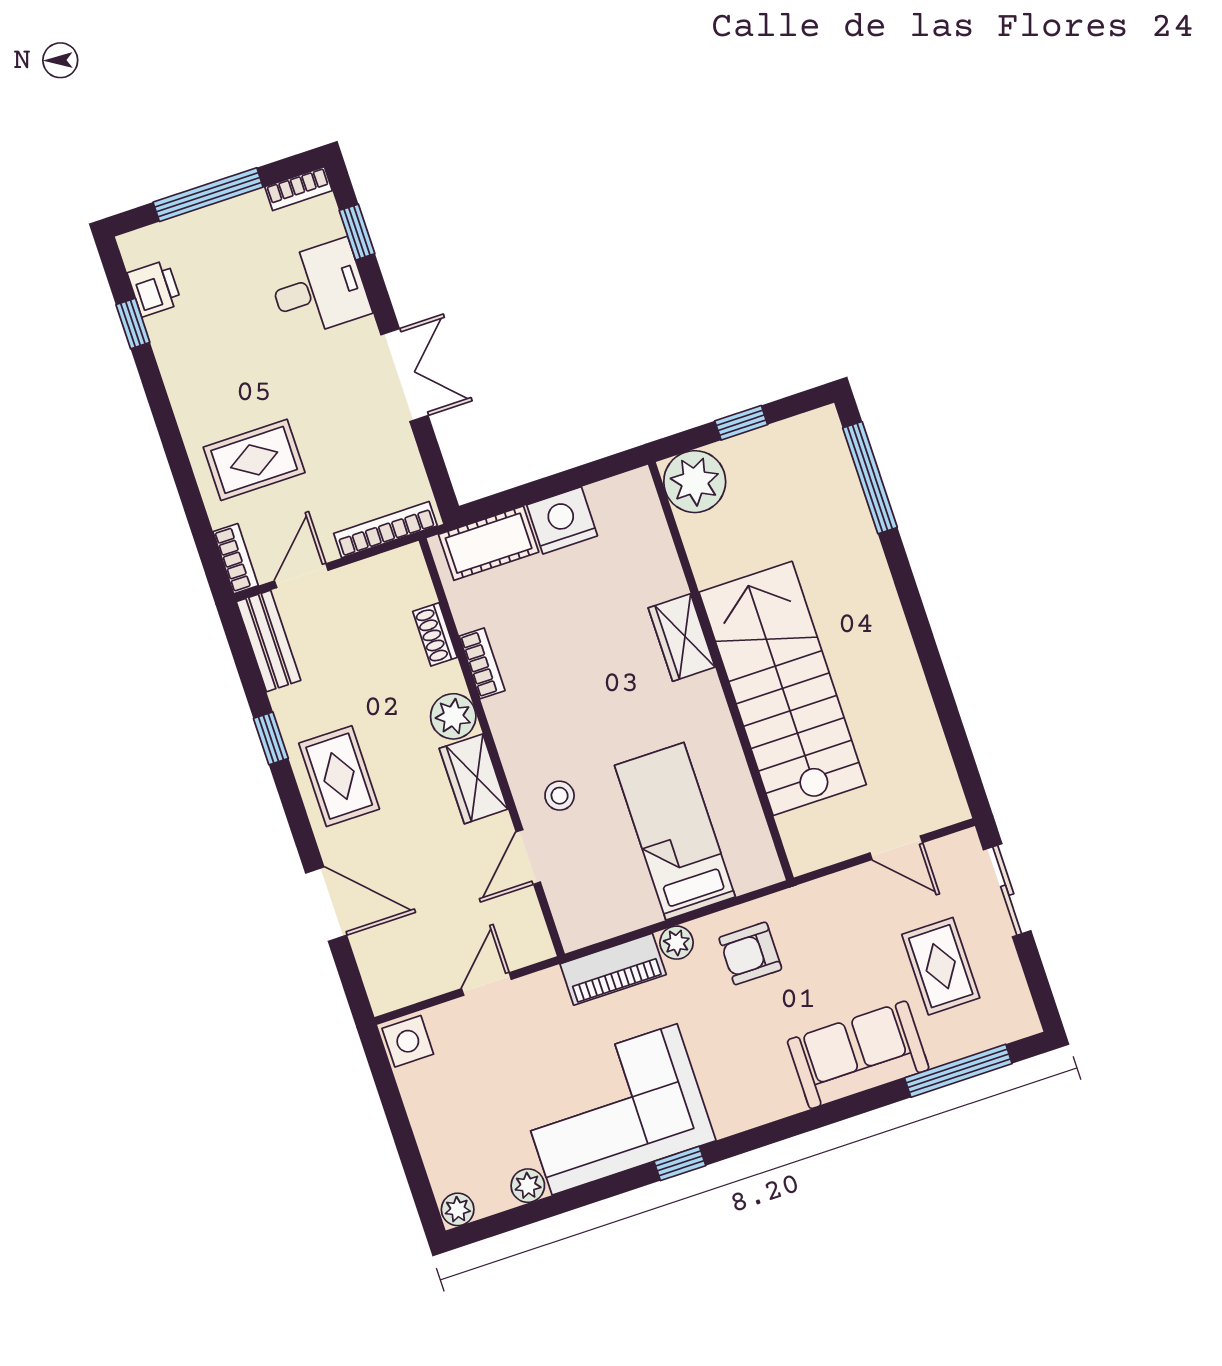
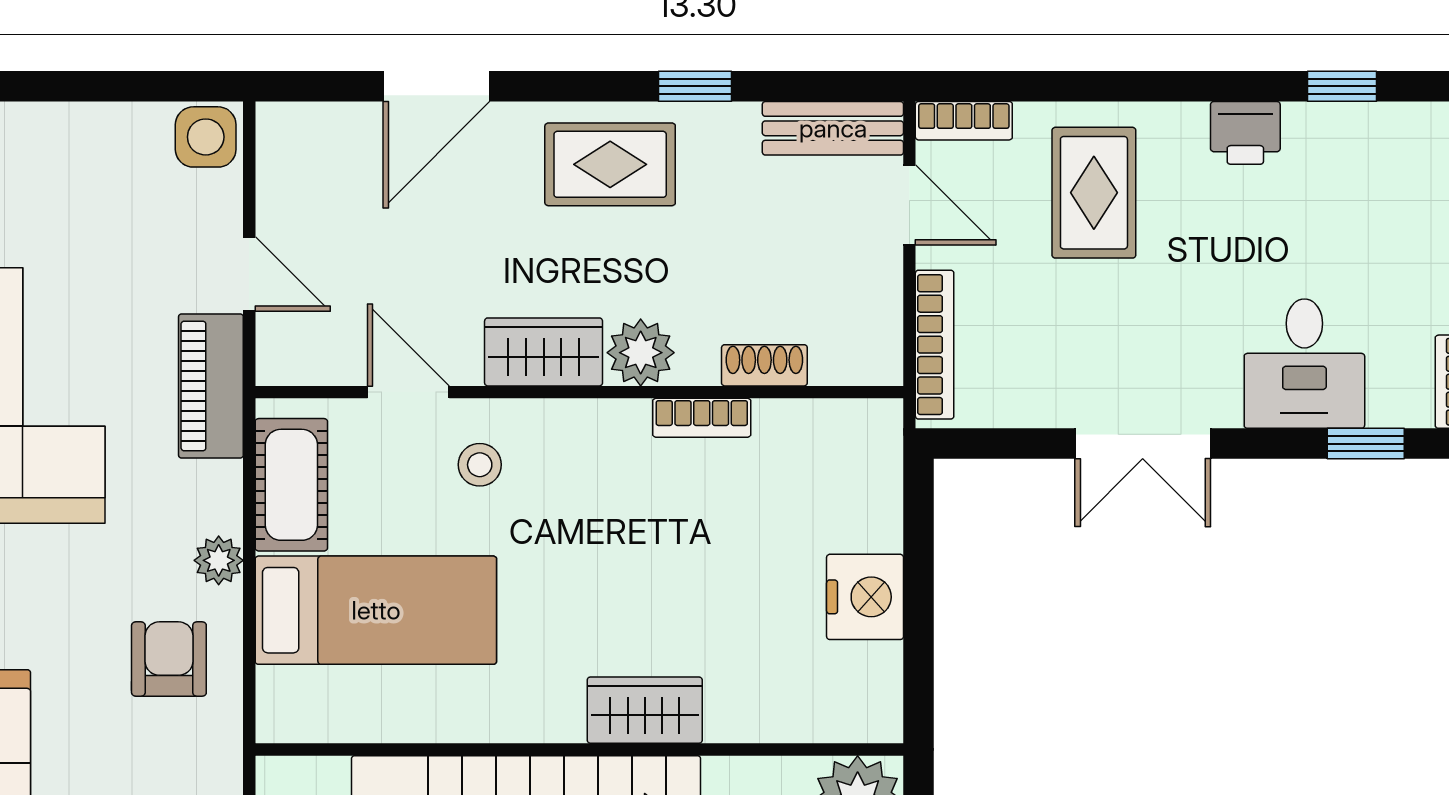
printer: (154, 288) -> (1245, 133), moved
cot: (489, 543) -> (291, 485), moved
piano: (613, 969) -> (211, 386), moved

